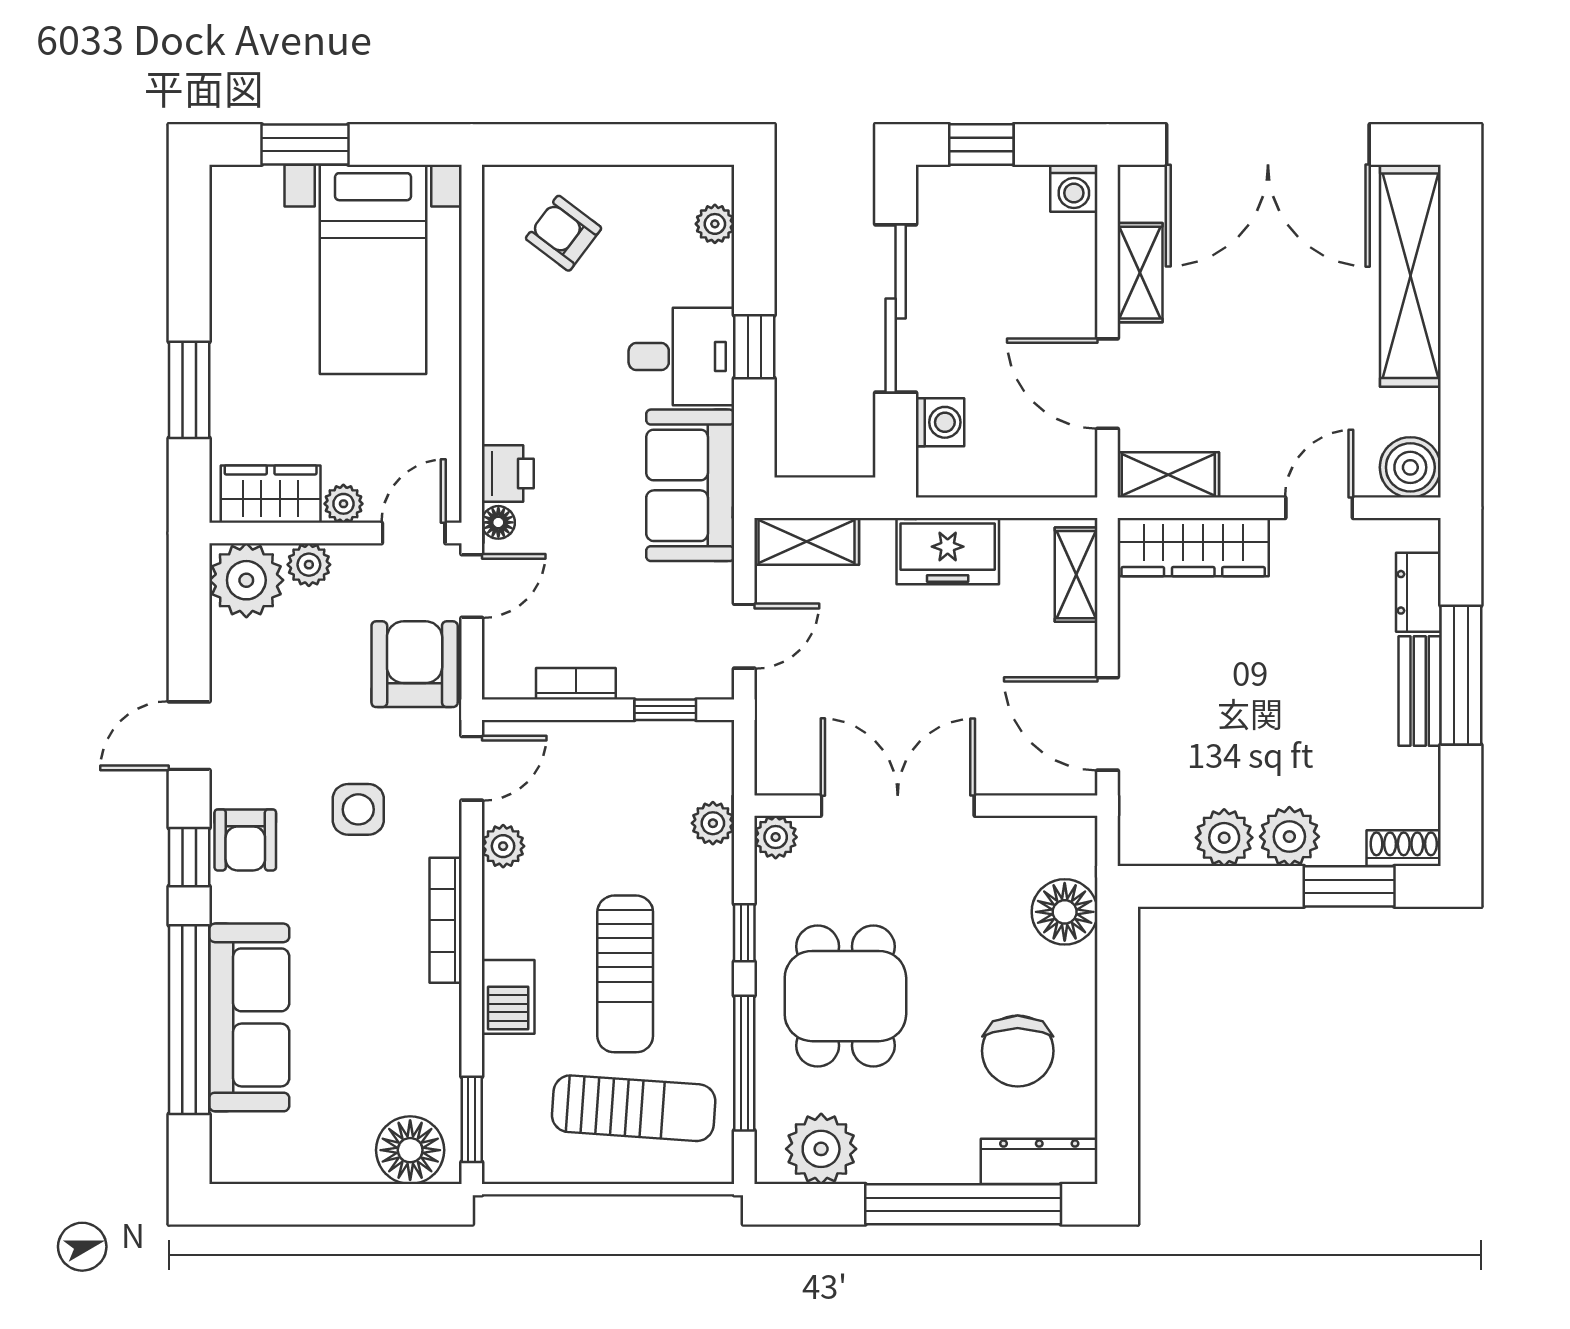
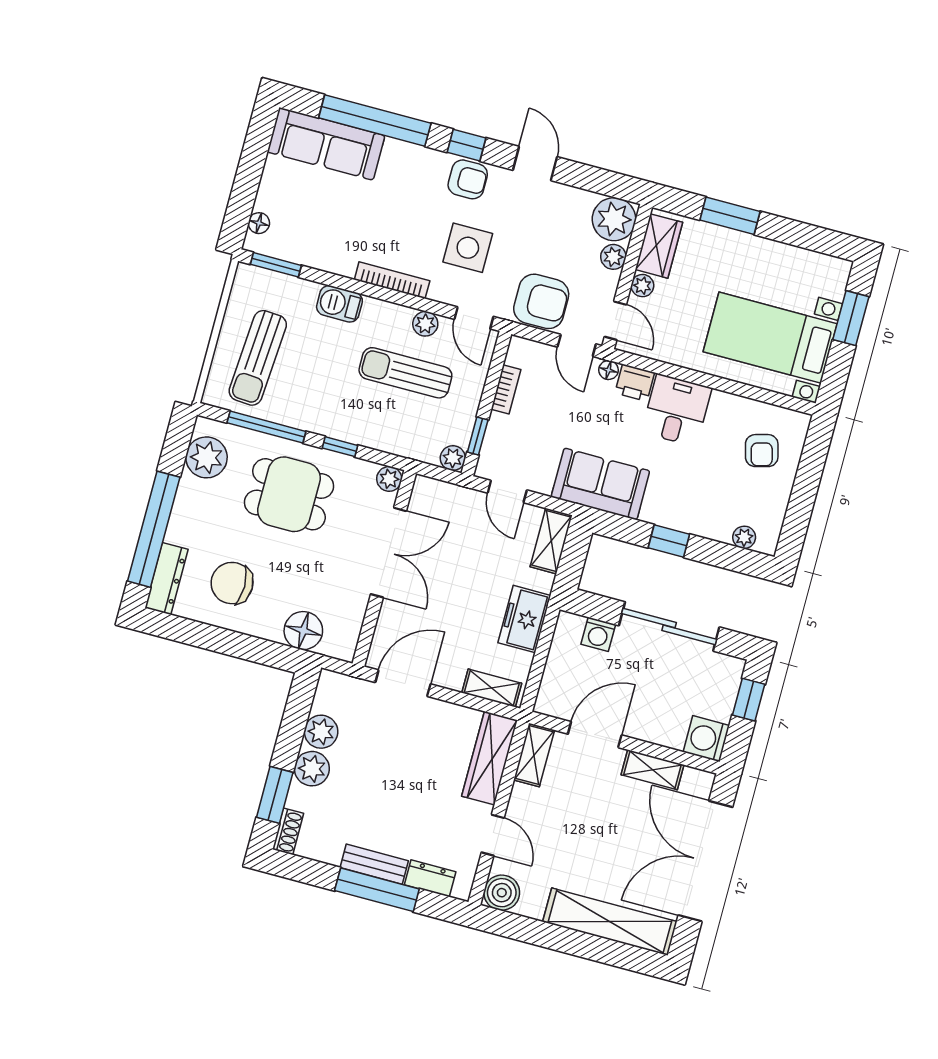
washing machine: (1074, 188) -> (706, 739), width x1.38, depth x1.38
armchair: (564, 233) -> (762, 451), turned 128
desk: (681, 357) -> (677, 410), moved, turned 180
side table: (358, 809) -> (468, 248), width x1.37, depth x1.37
plant: (713, 823) -> (453, 458), moved
armchair: (245, 840) -> (468, 179), turned 180
sun lounger: (625, 974) -> (405, 373), moved
sofa: (249, 1017) -> (326, 144), moved
floor lamp: (410, 1150) -> (259, 223), width x0.53, depth x0.53

